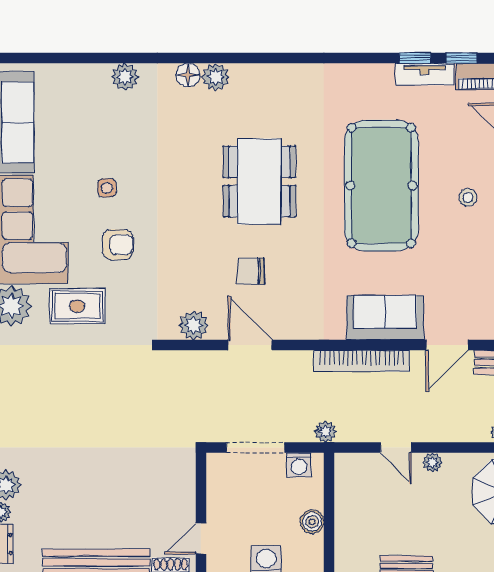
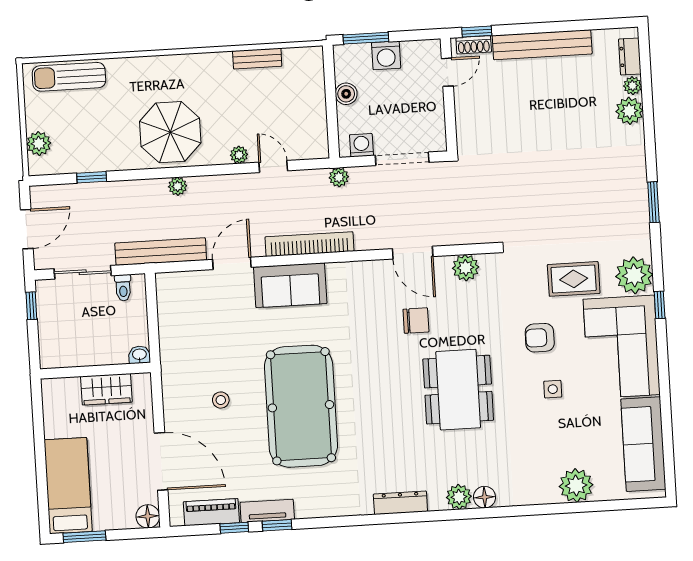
dresser: (280, 74) -> (400, 503), added
plant: (125, 77) -> (576, 486), moved, width x1.36, depth x1.36
dining table: (259, 181) -> (458, 390), moved

